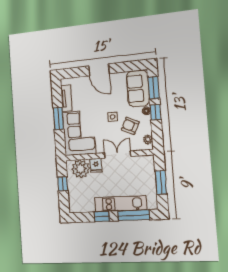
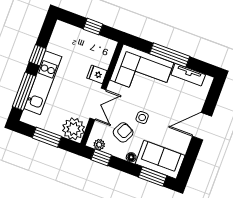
window: (155, 112) -> (101, 157), moved
window: (58, 118) -> (170, 55), width x1.44
plant: (81, 169) -> (74, 129), moved

